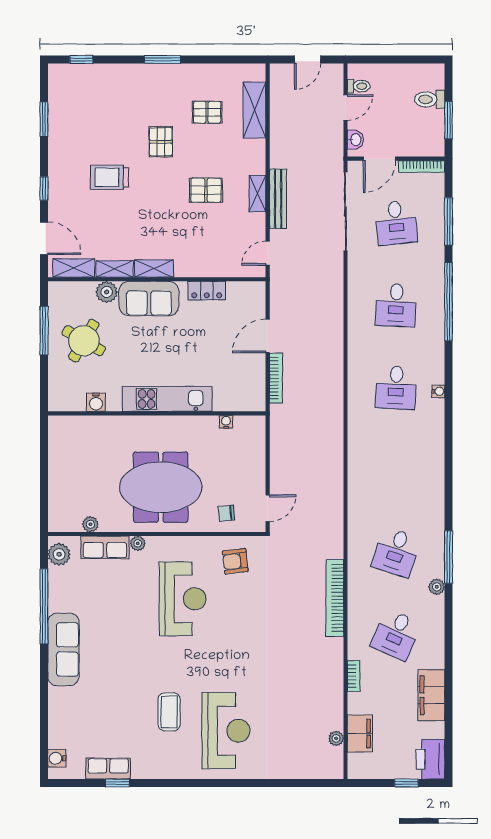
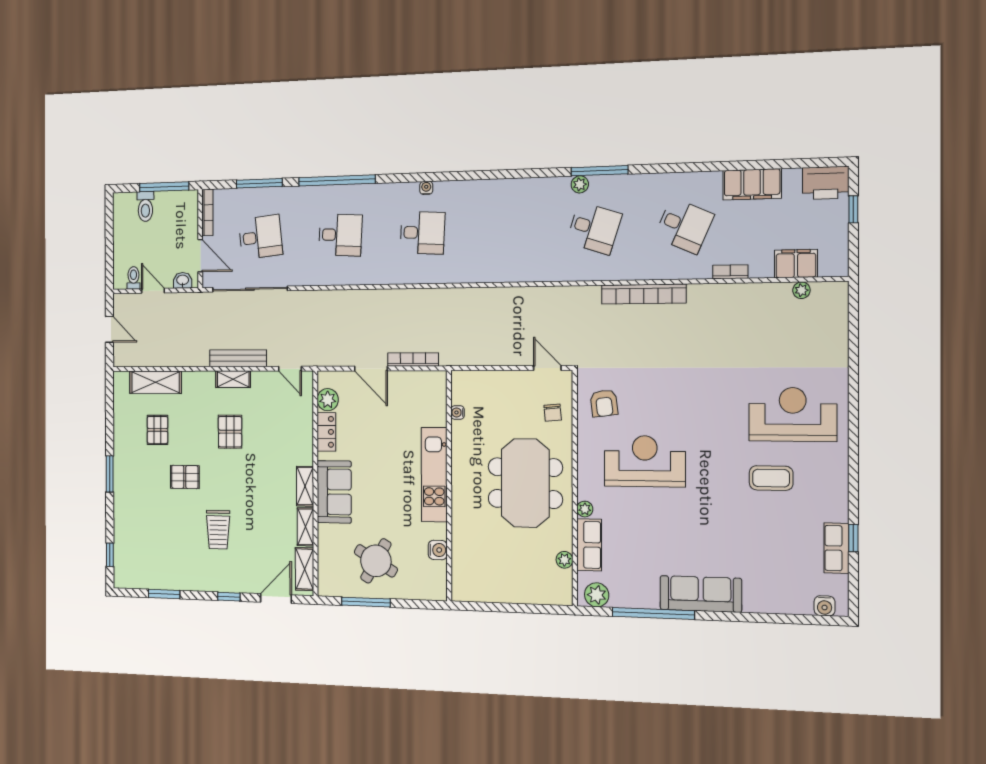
window: (449, 120) -> (164, 187), width x1.44
plant: (107, 292) -> (328, 400), moved
plant: (437, 587) -> (580, 184), moved

